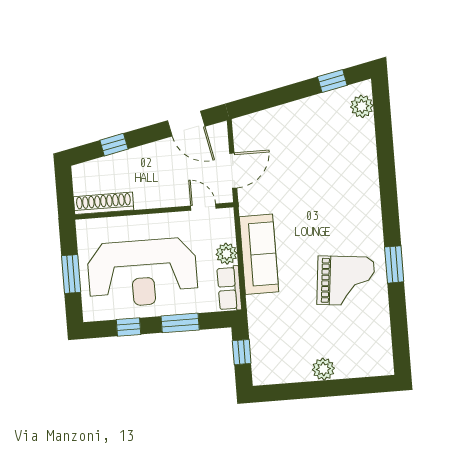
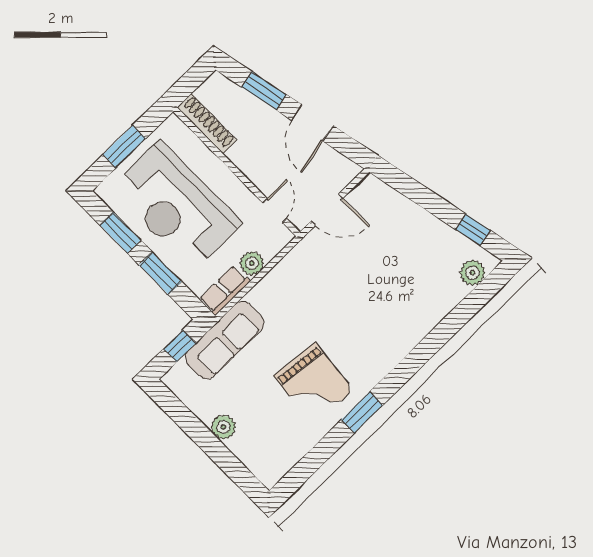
door: (186, 124) -> (312, 123), moved
window: (114, 145) -> (264, 91), width x1.50
sofa: (259, 254) -> (225, 340), moved
window: (129, 327) -> (120, 233), width x1.50

